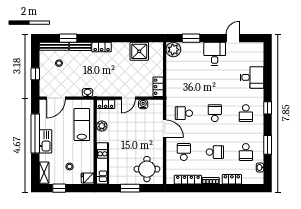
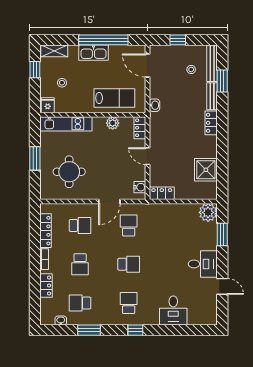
water cooler: (143, 104) -> (140, 187), moved
school desk: (246, 113) -> (129, 303), turned 90
round table: (147, 169) -> (69, 172), moved

